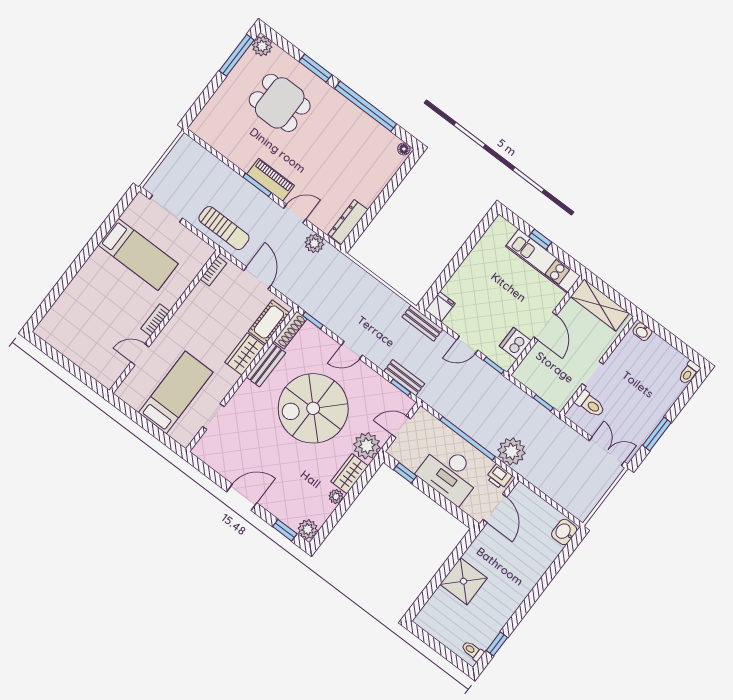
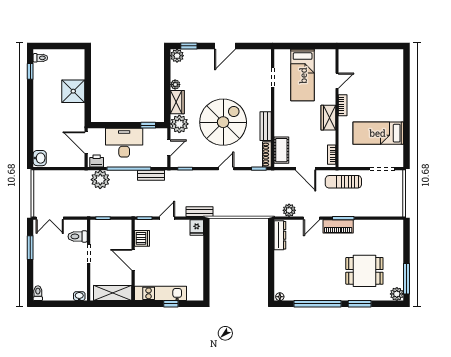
wardrobe: (245, 354) -> (328, 118), moved, turned 180
bench: (404, 378) -> (151, 175), moved

